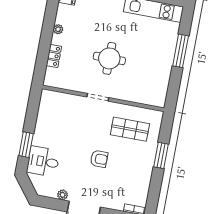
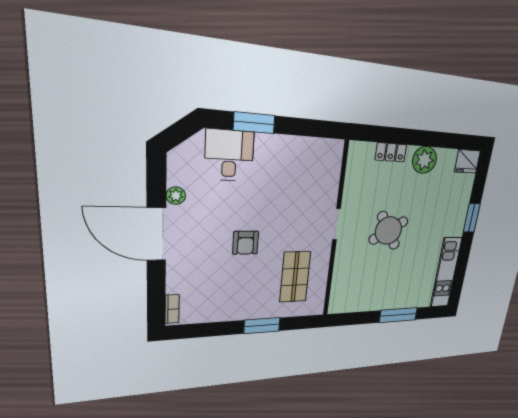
plant: (58, 29) -> (424, 160), width x1.87, depth x1.87
round table: (109, 58) -> (388, 231), turned -32

